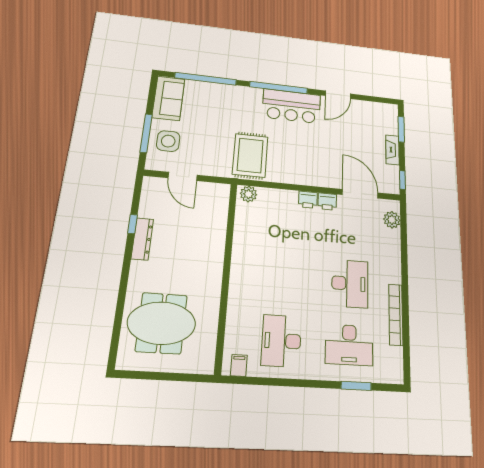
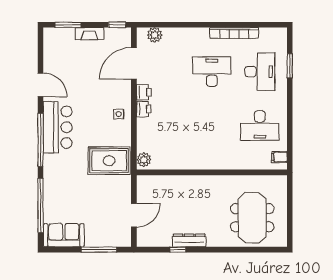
side table: (168, 141) -> (119, 114), moved, width x0.54, depth x0.54

